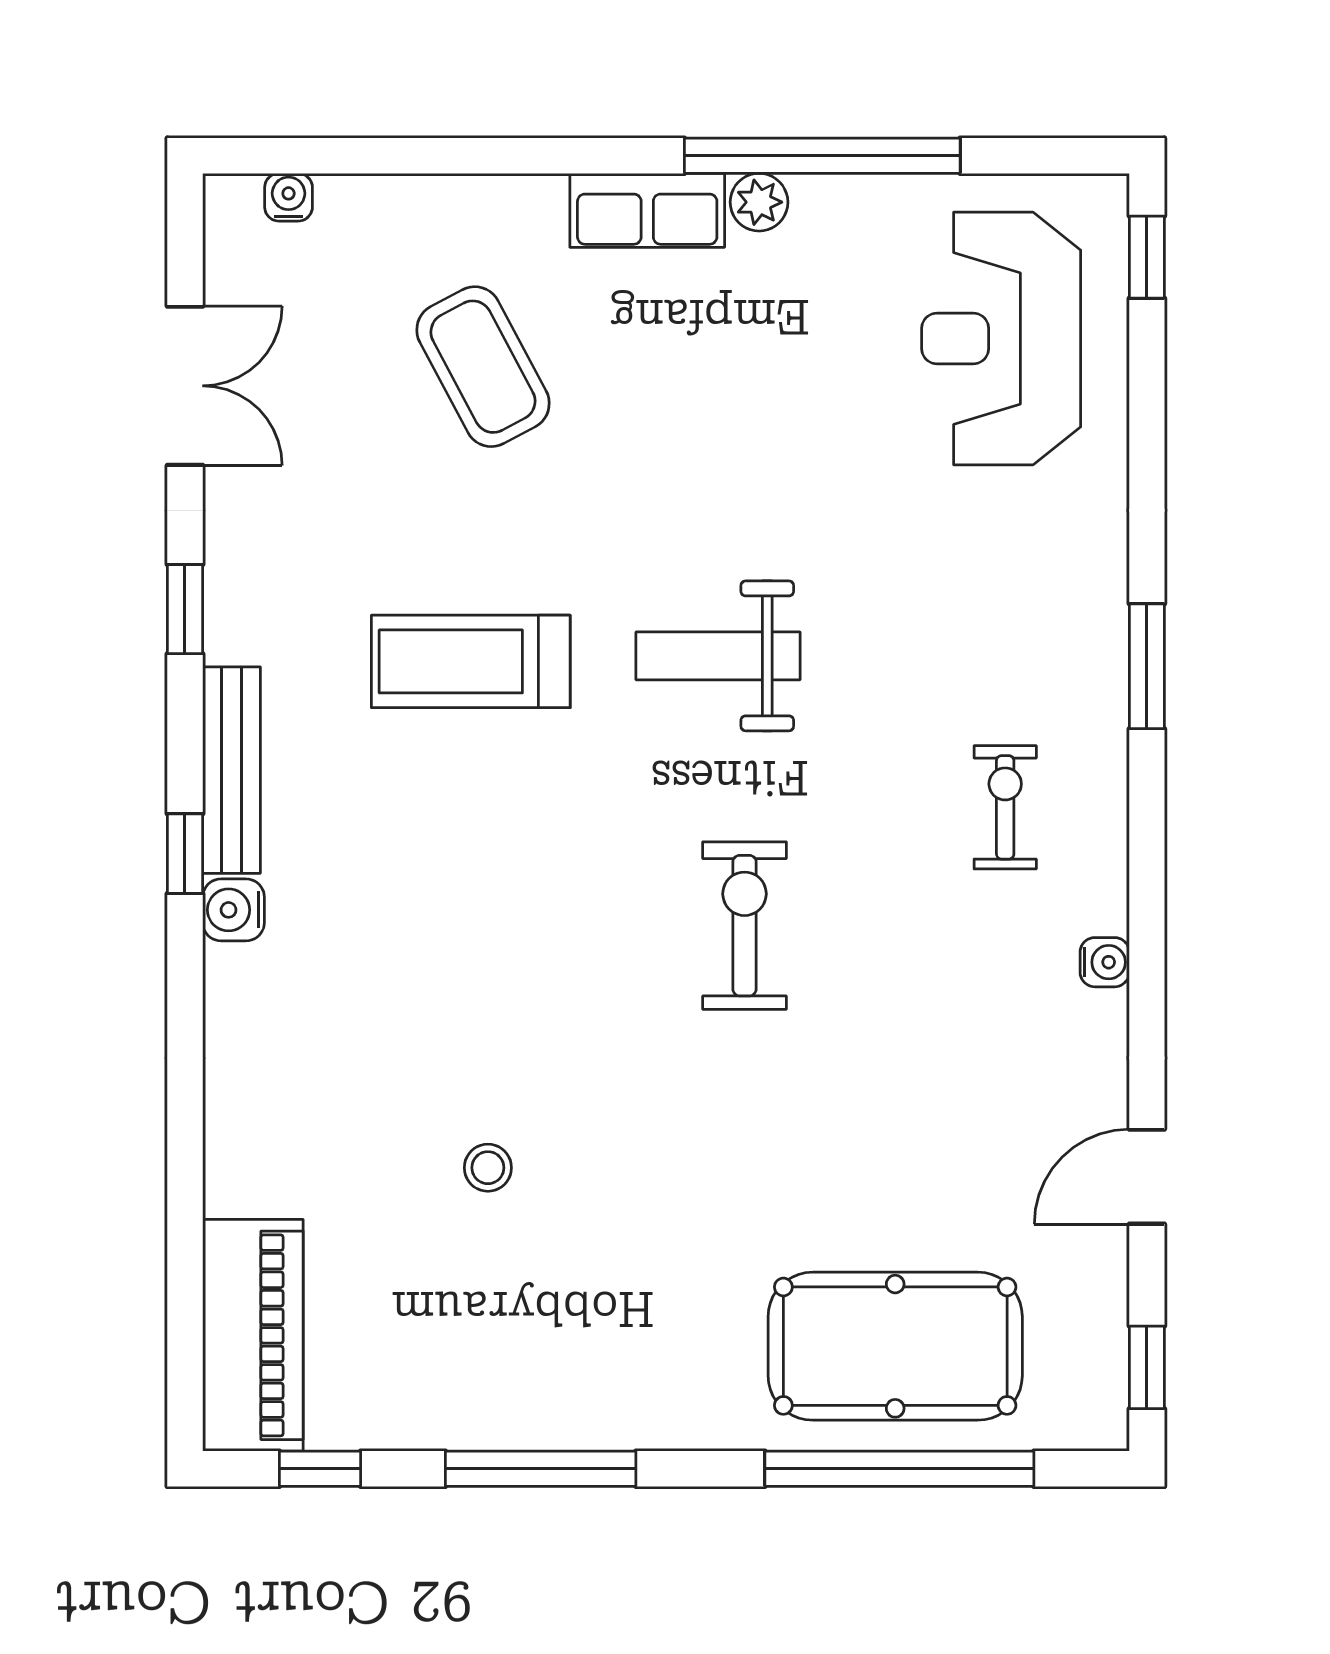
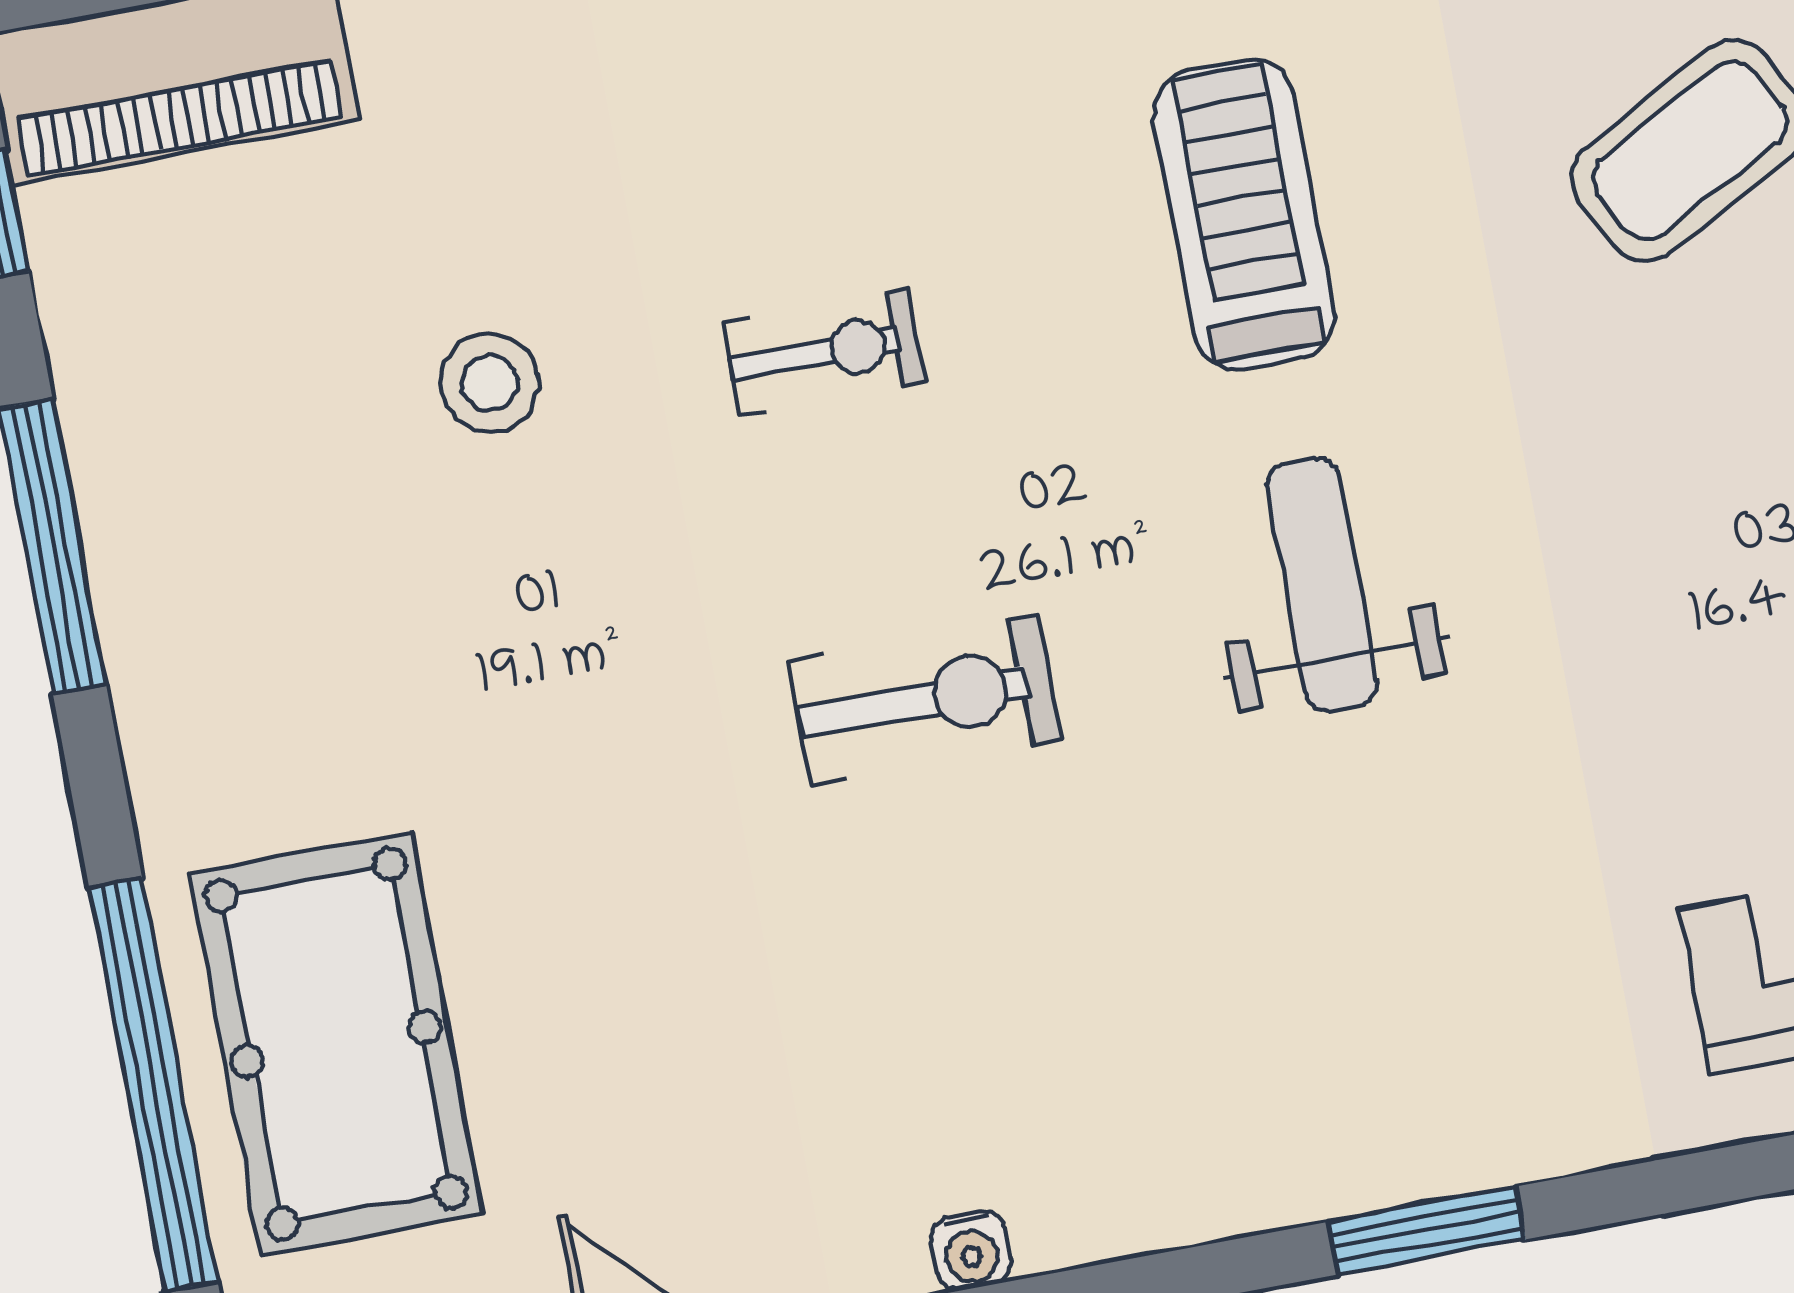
exercise bike: (1005, 807) -> (824, 352), moved
stool: (488, 1168) -> (489, 383), width x1.37, depth x1.37

